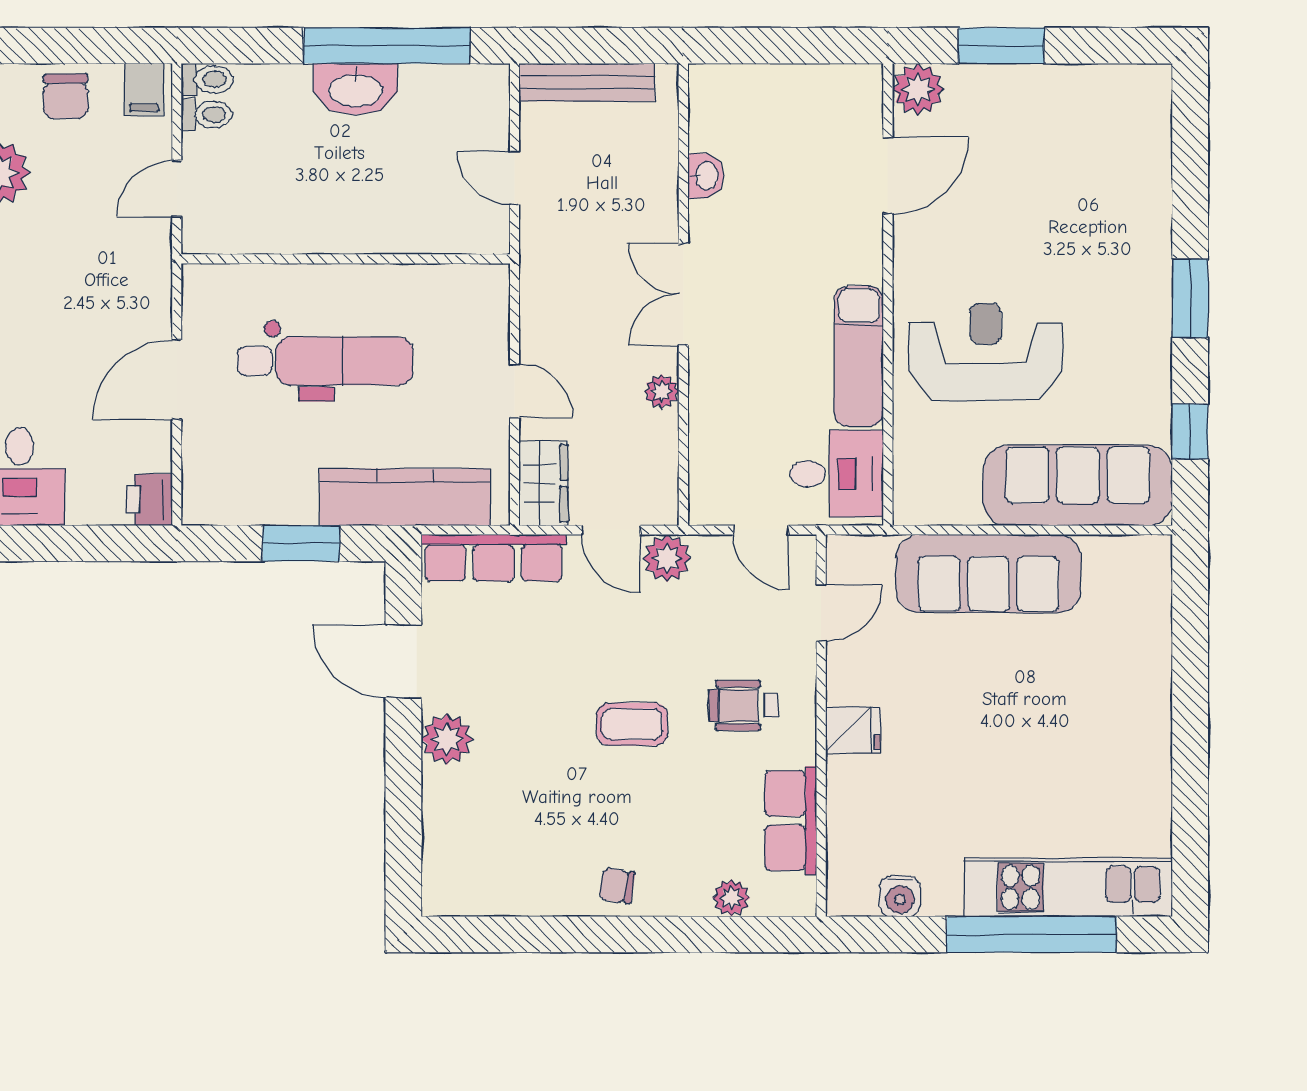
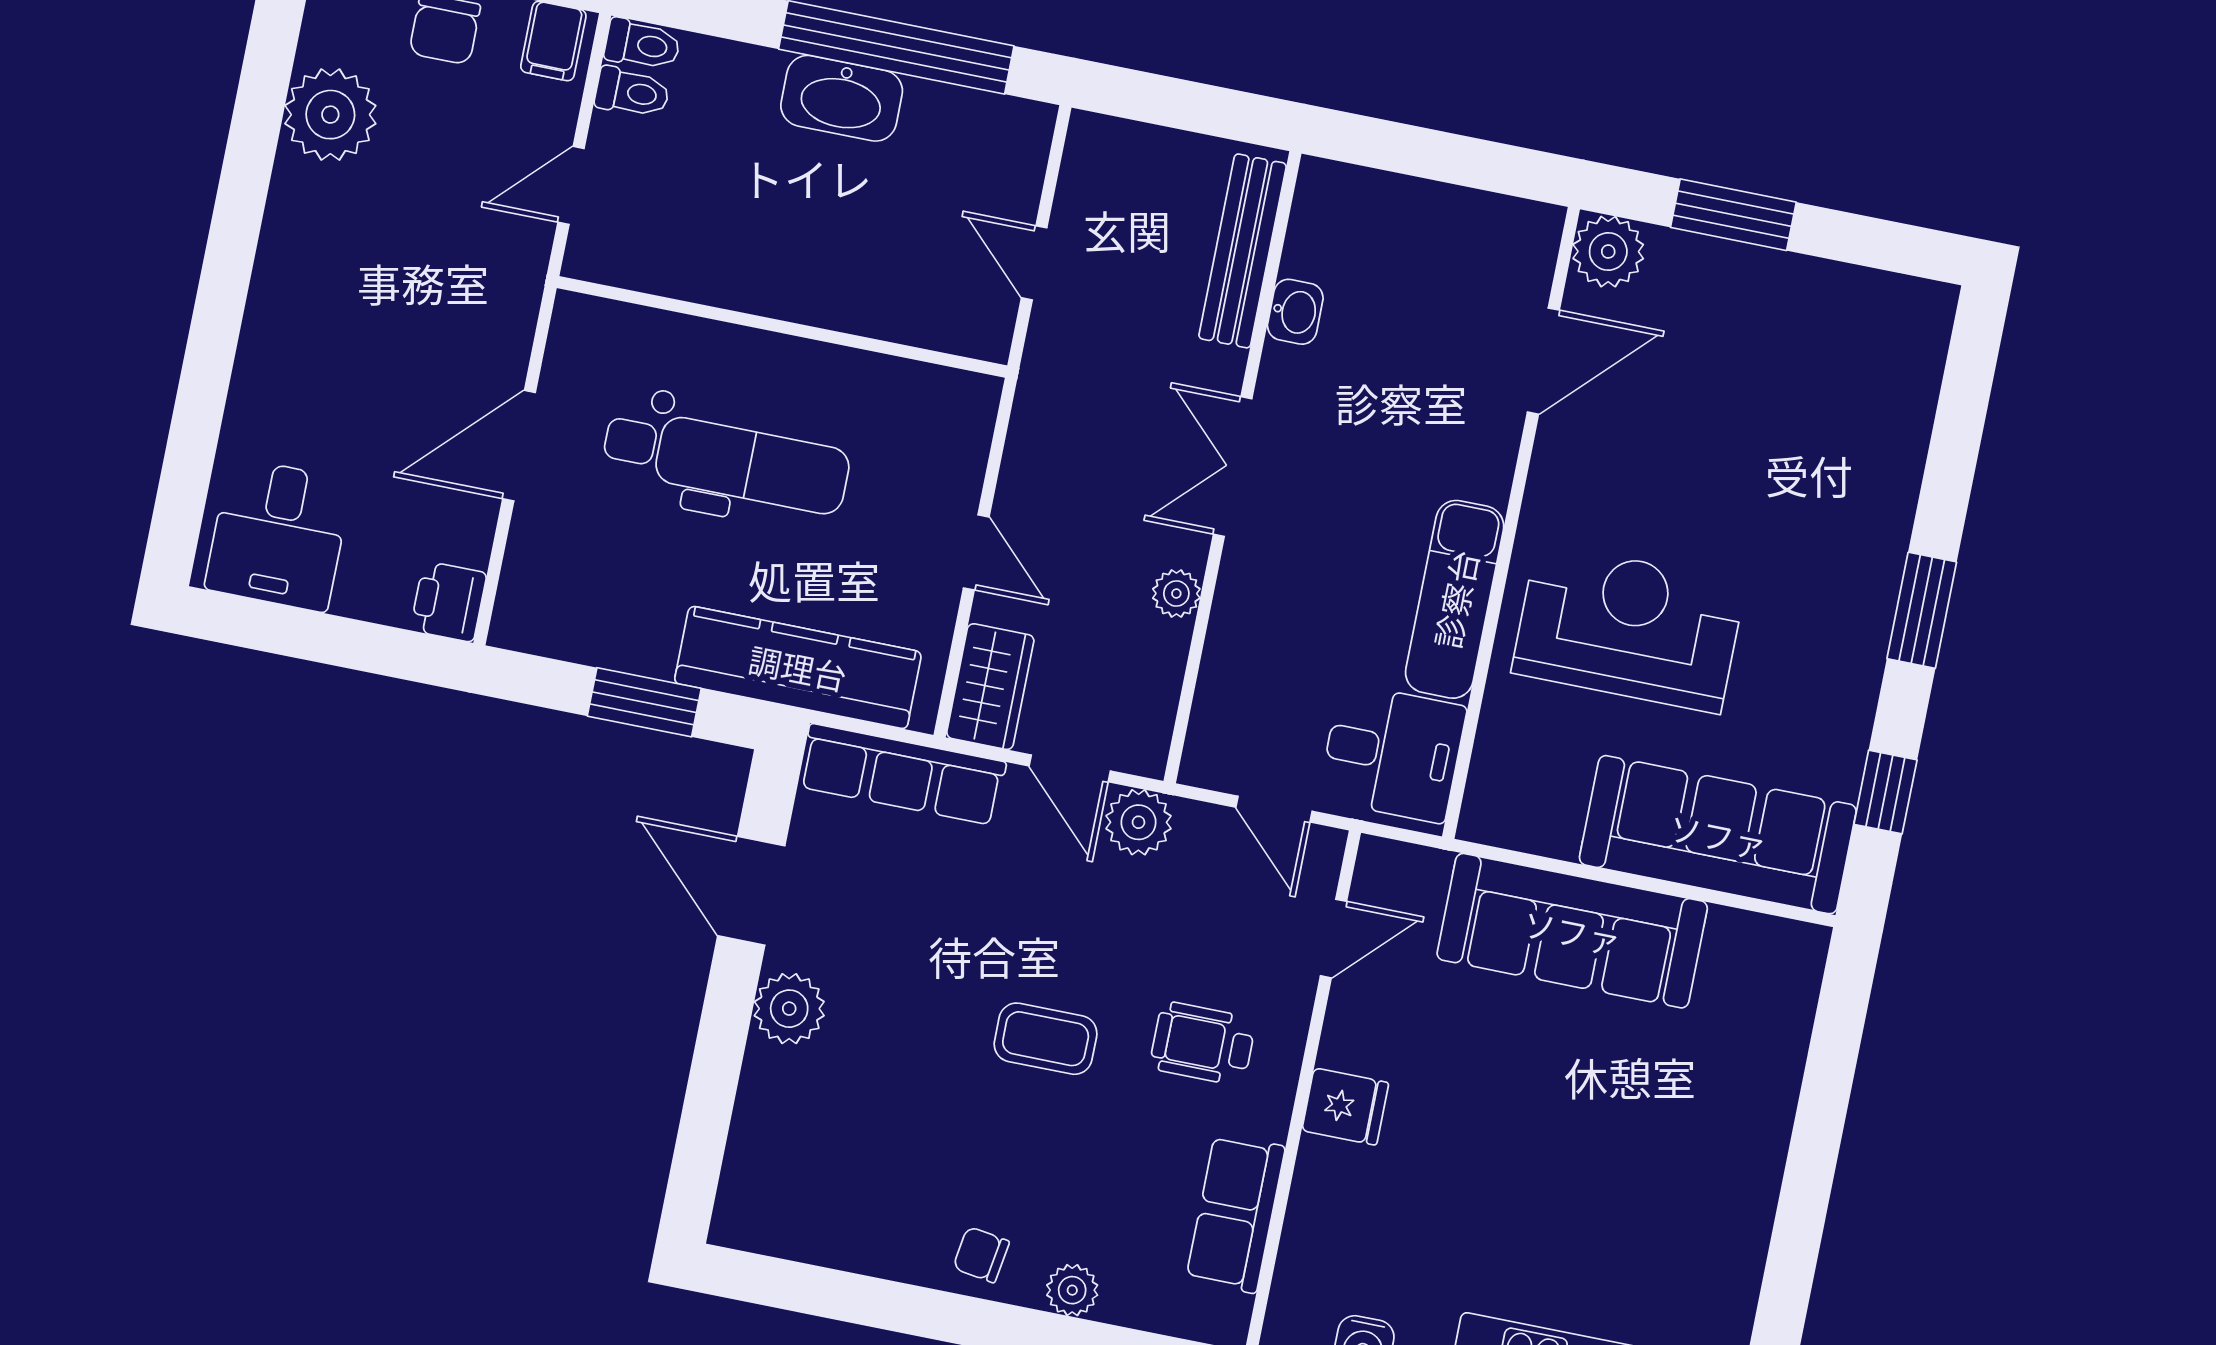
bench: (587, 82) -> (1243, 251), moved, turned 90
plant: (731, 898) -> (1072, 1290), moved

